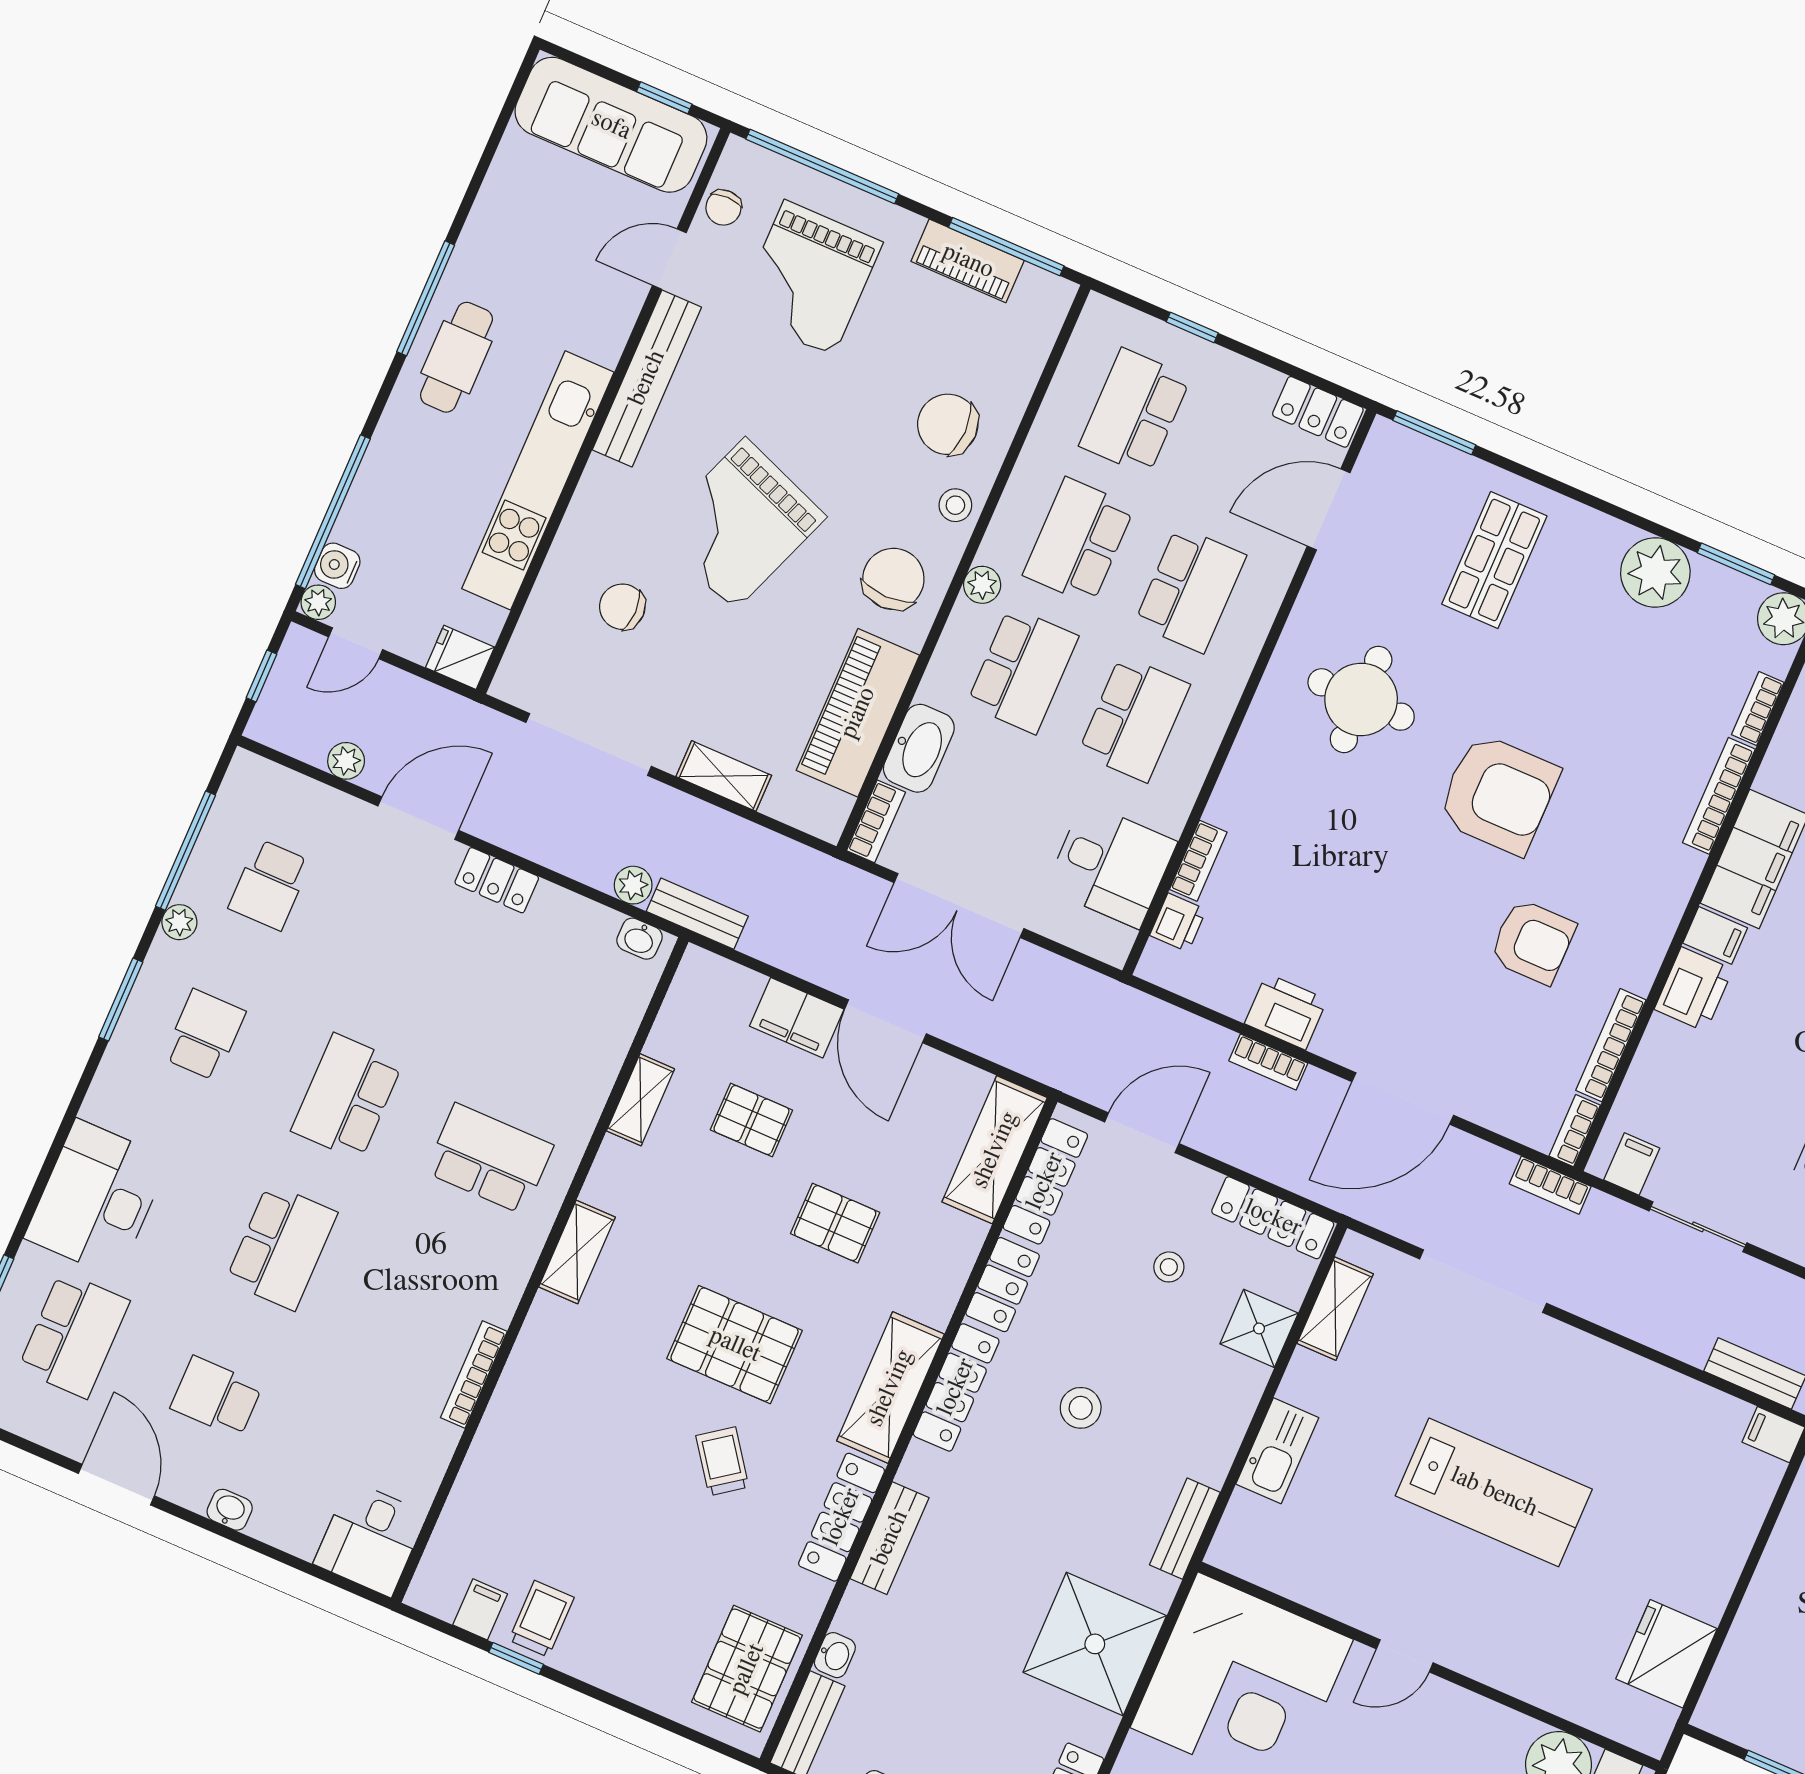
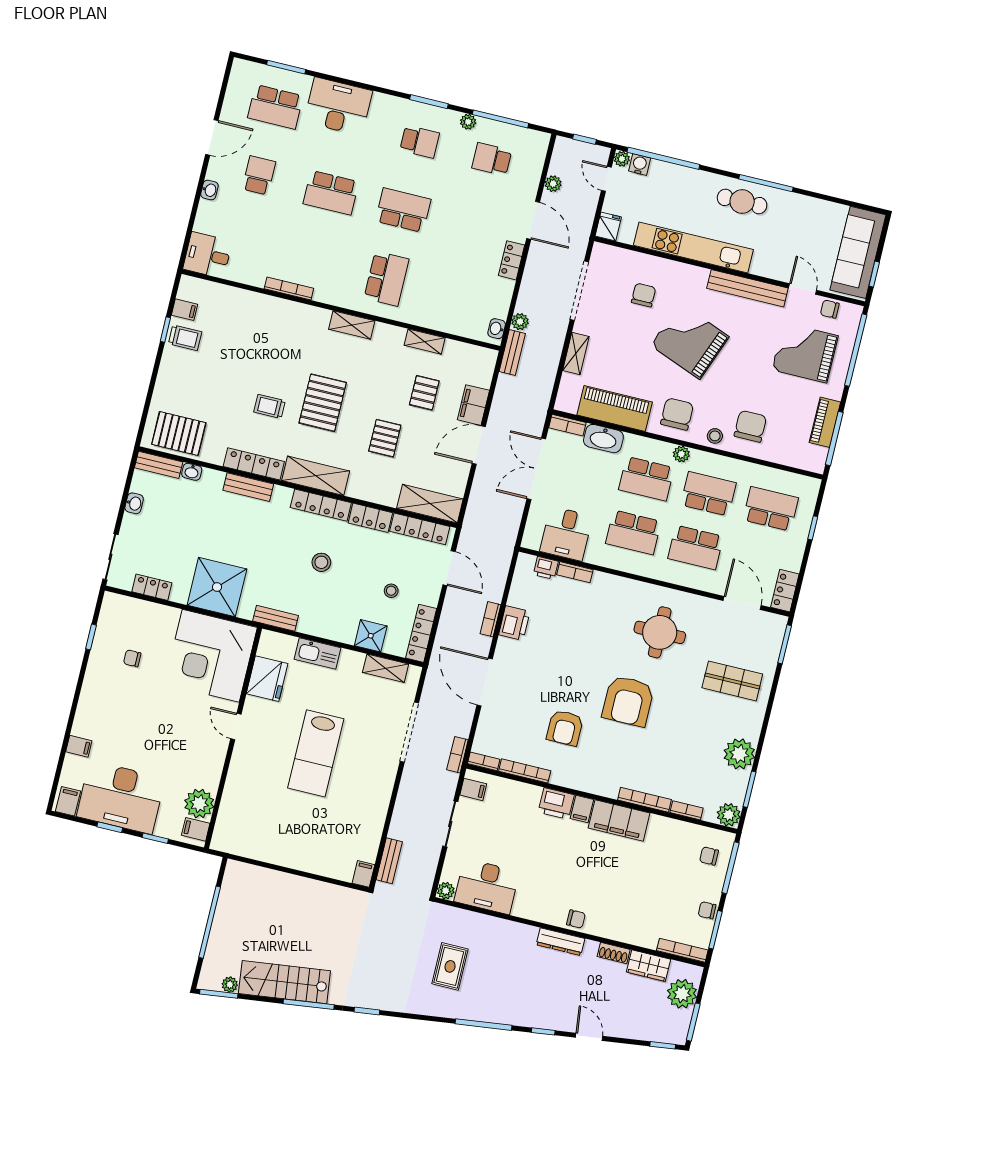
chair: (893, 579) -> (677, 414), turned -90
trolley: (722, 1461) -> (270, 406), turned -144
fridge: (1667, 1654) -> (267, 679), moved, turned 90

